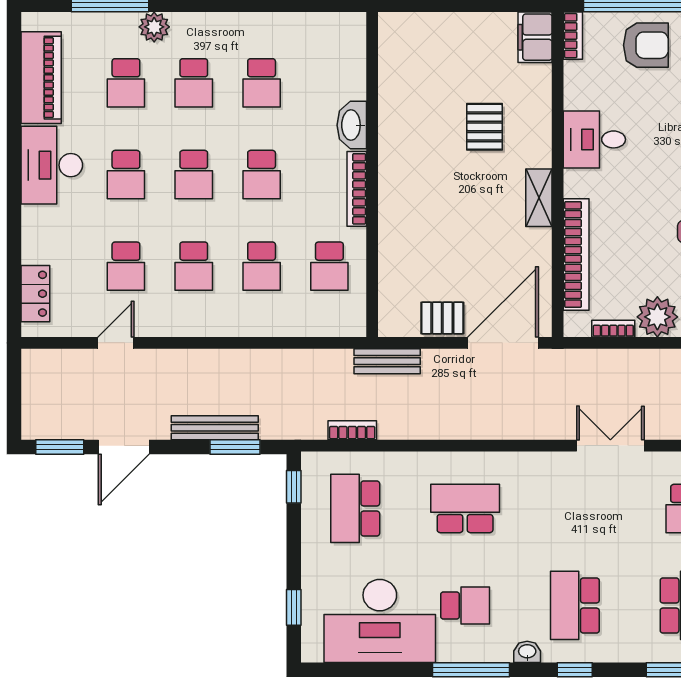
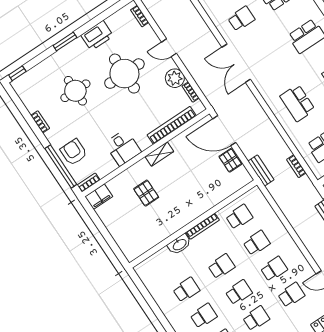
pallet: (484, 127) -> (146, 193), turned 90
double door: (610, 446) -> (236, 63), width x1.37

